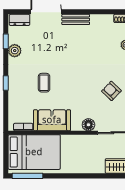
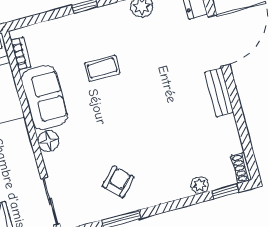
floor lamp: (88, 125) -> (48, 141), moved

